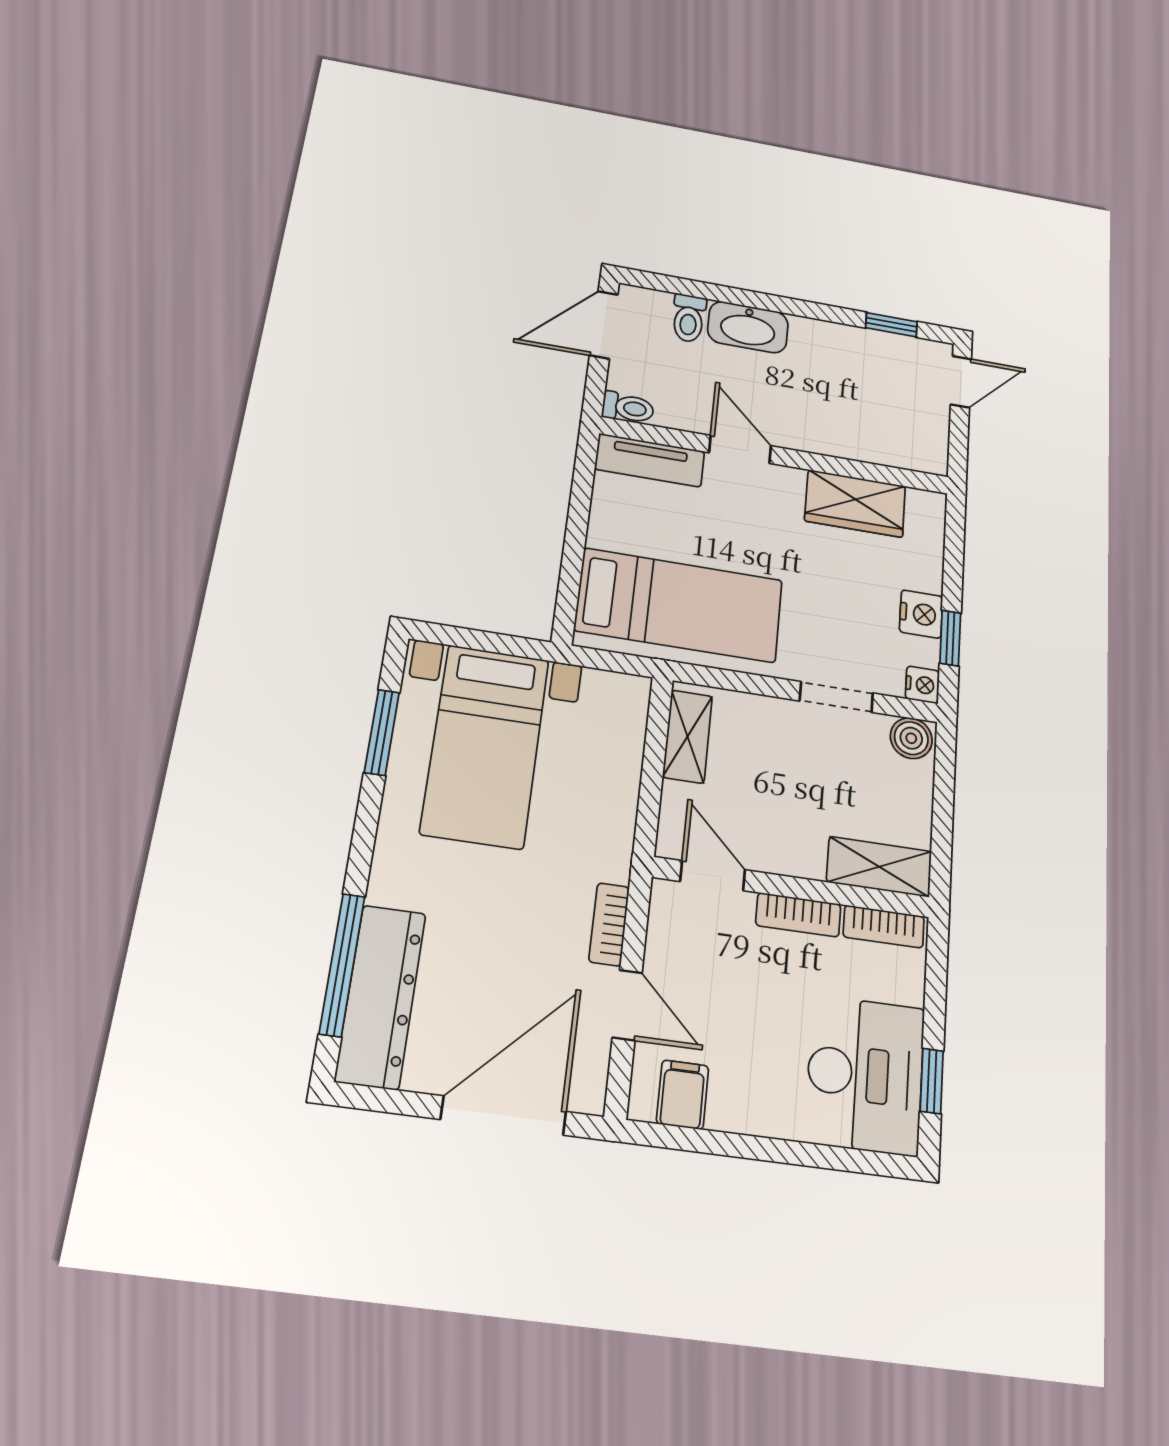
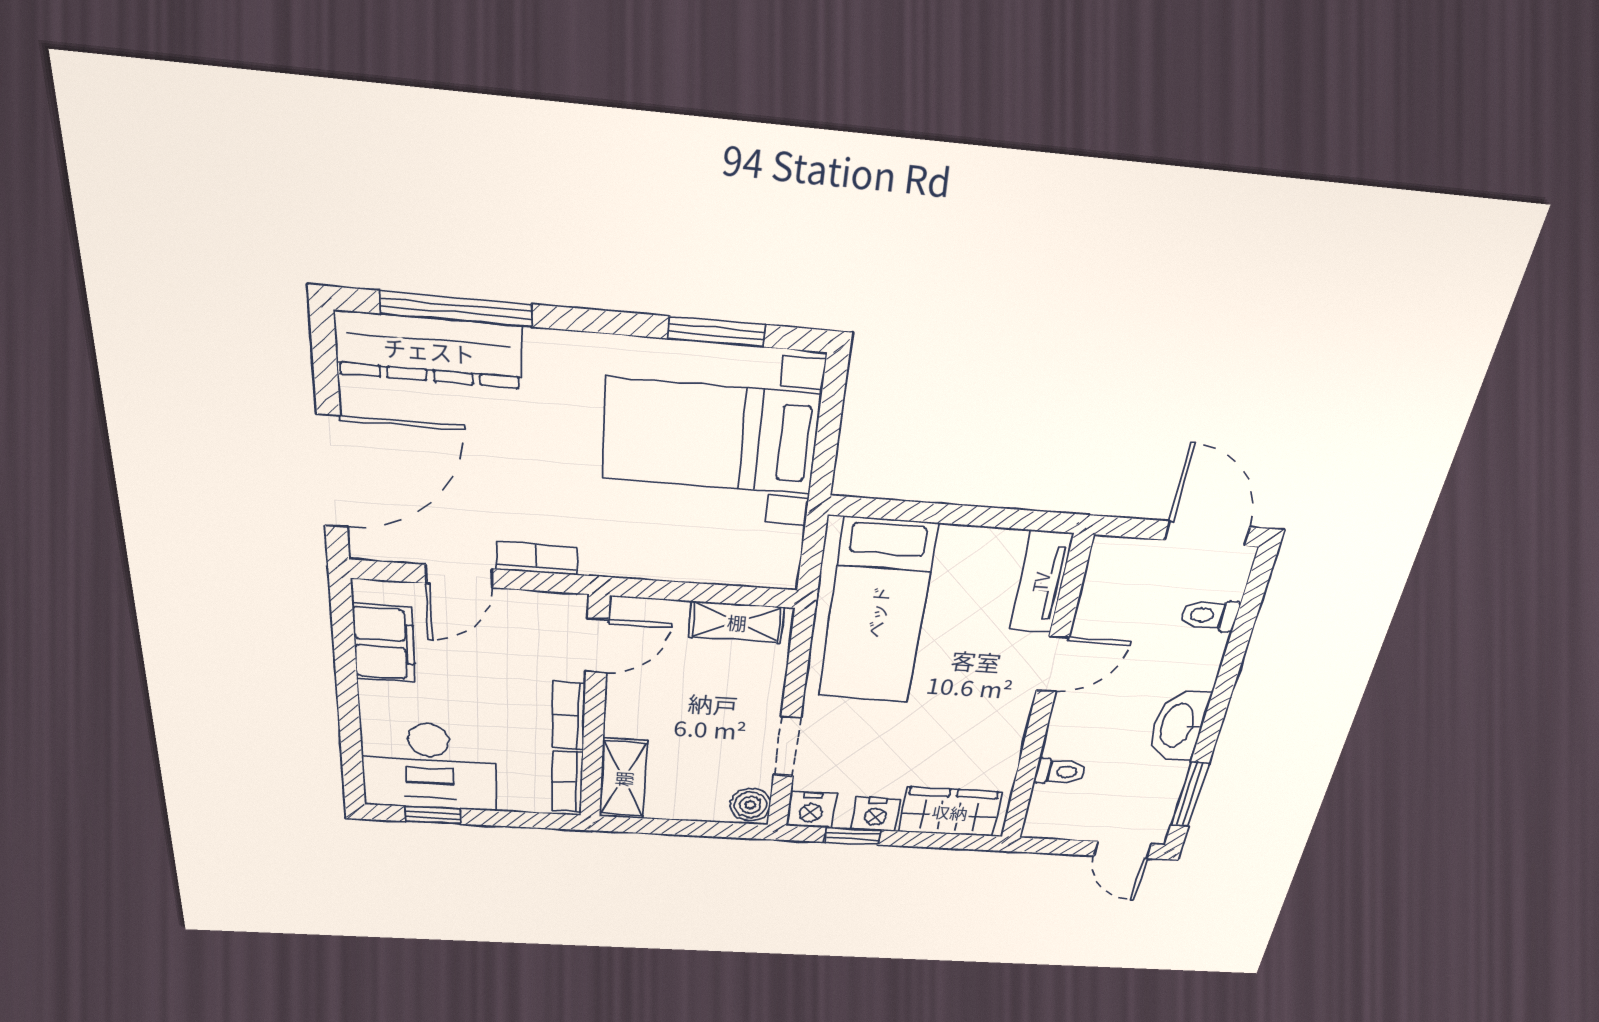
window: (891, 325) -> (1190, 794), width x1.50
washbasin: (748, 327) -> (1178, 725), moved
toilet: (628, 408) -> (1060, 771), moved, turned -90
wardrobe: (855, 503) -> (950, 812), moved, turned 90
nightstand: (922, 685) -> (811, 810), width x1.39, depth x1.35
filing cabinet: (683, 1095) -> (384, 643), width x2.00
door: (504, 1116) -> (332, 472), hinge flipped

